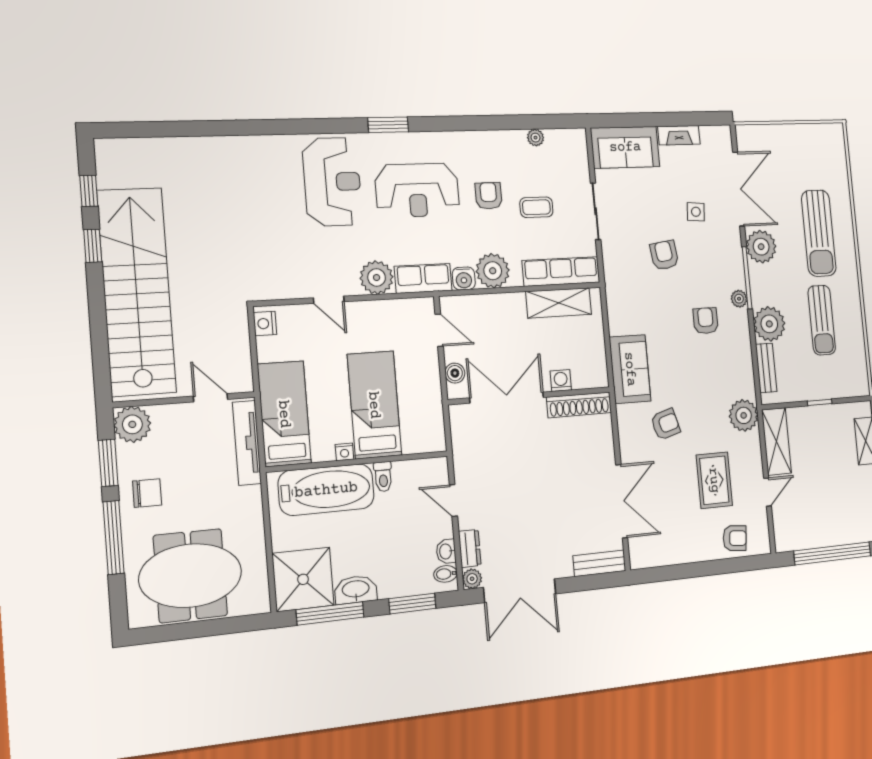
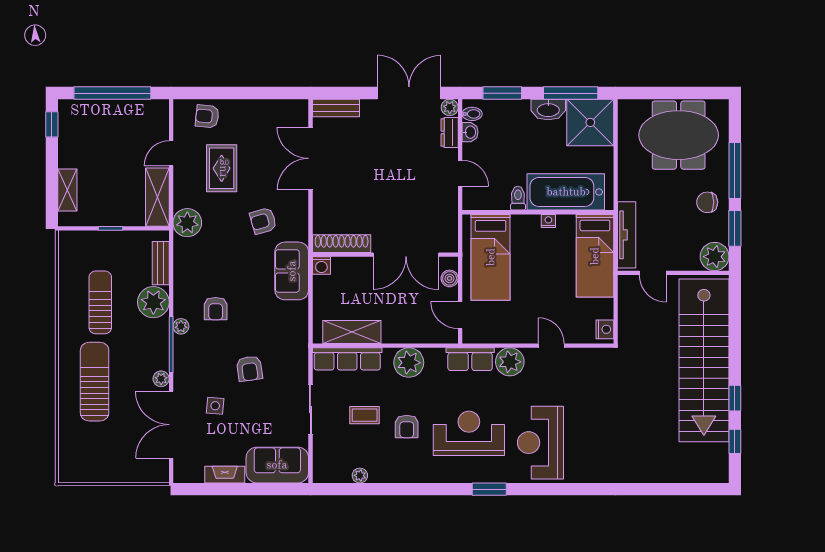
plant: (761, 247) -> (161, 379), width x0.53, depth x0.53
water cooler: (464, 278) -> (435, 357), removed
washing machine: (561, 381) -> (321, 266), moved
bed: (374, 405) -> (491, 257), moved

